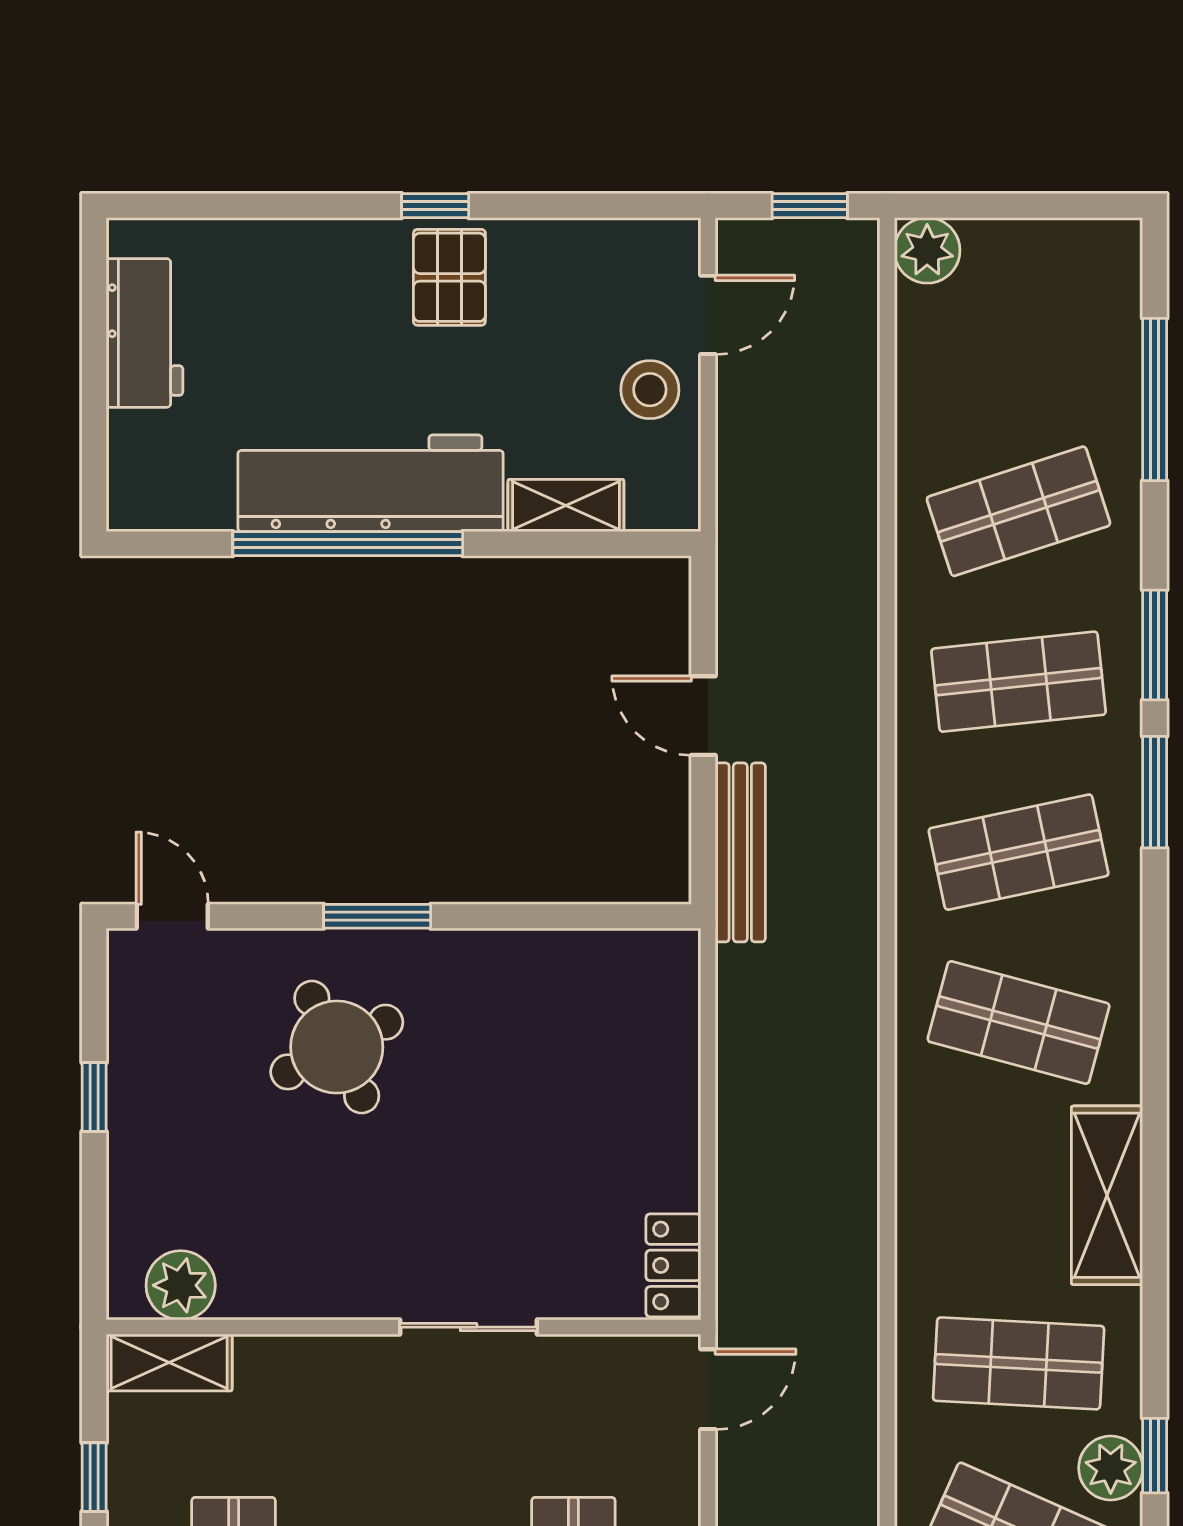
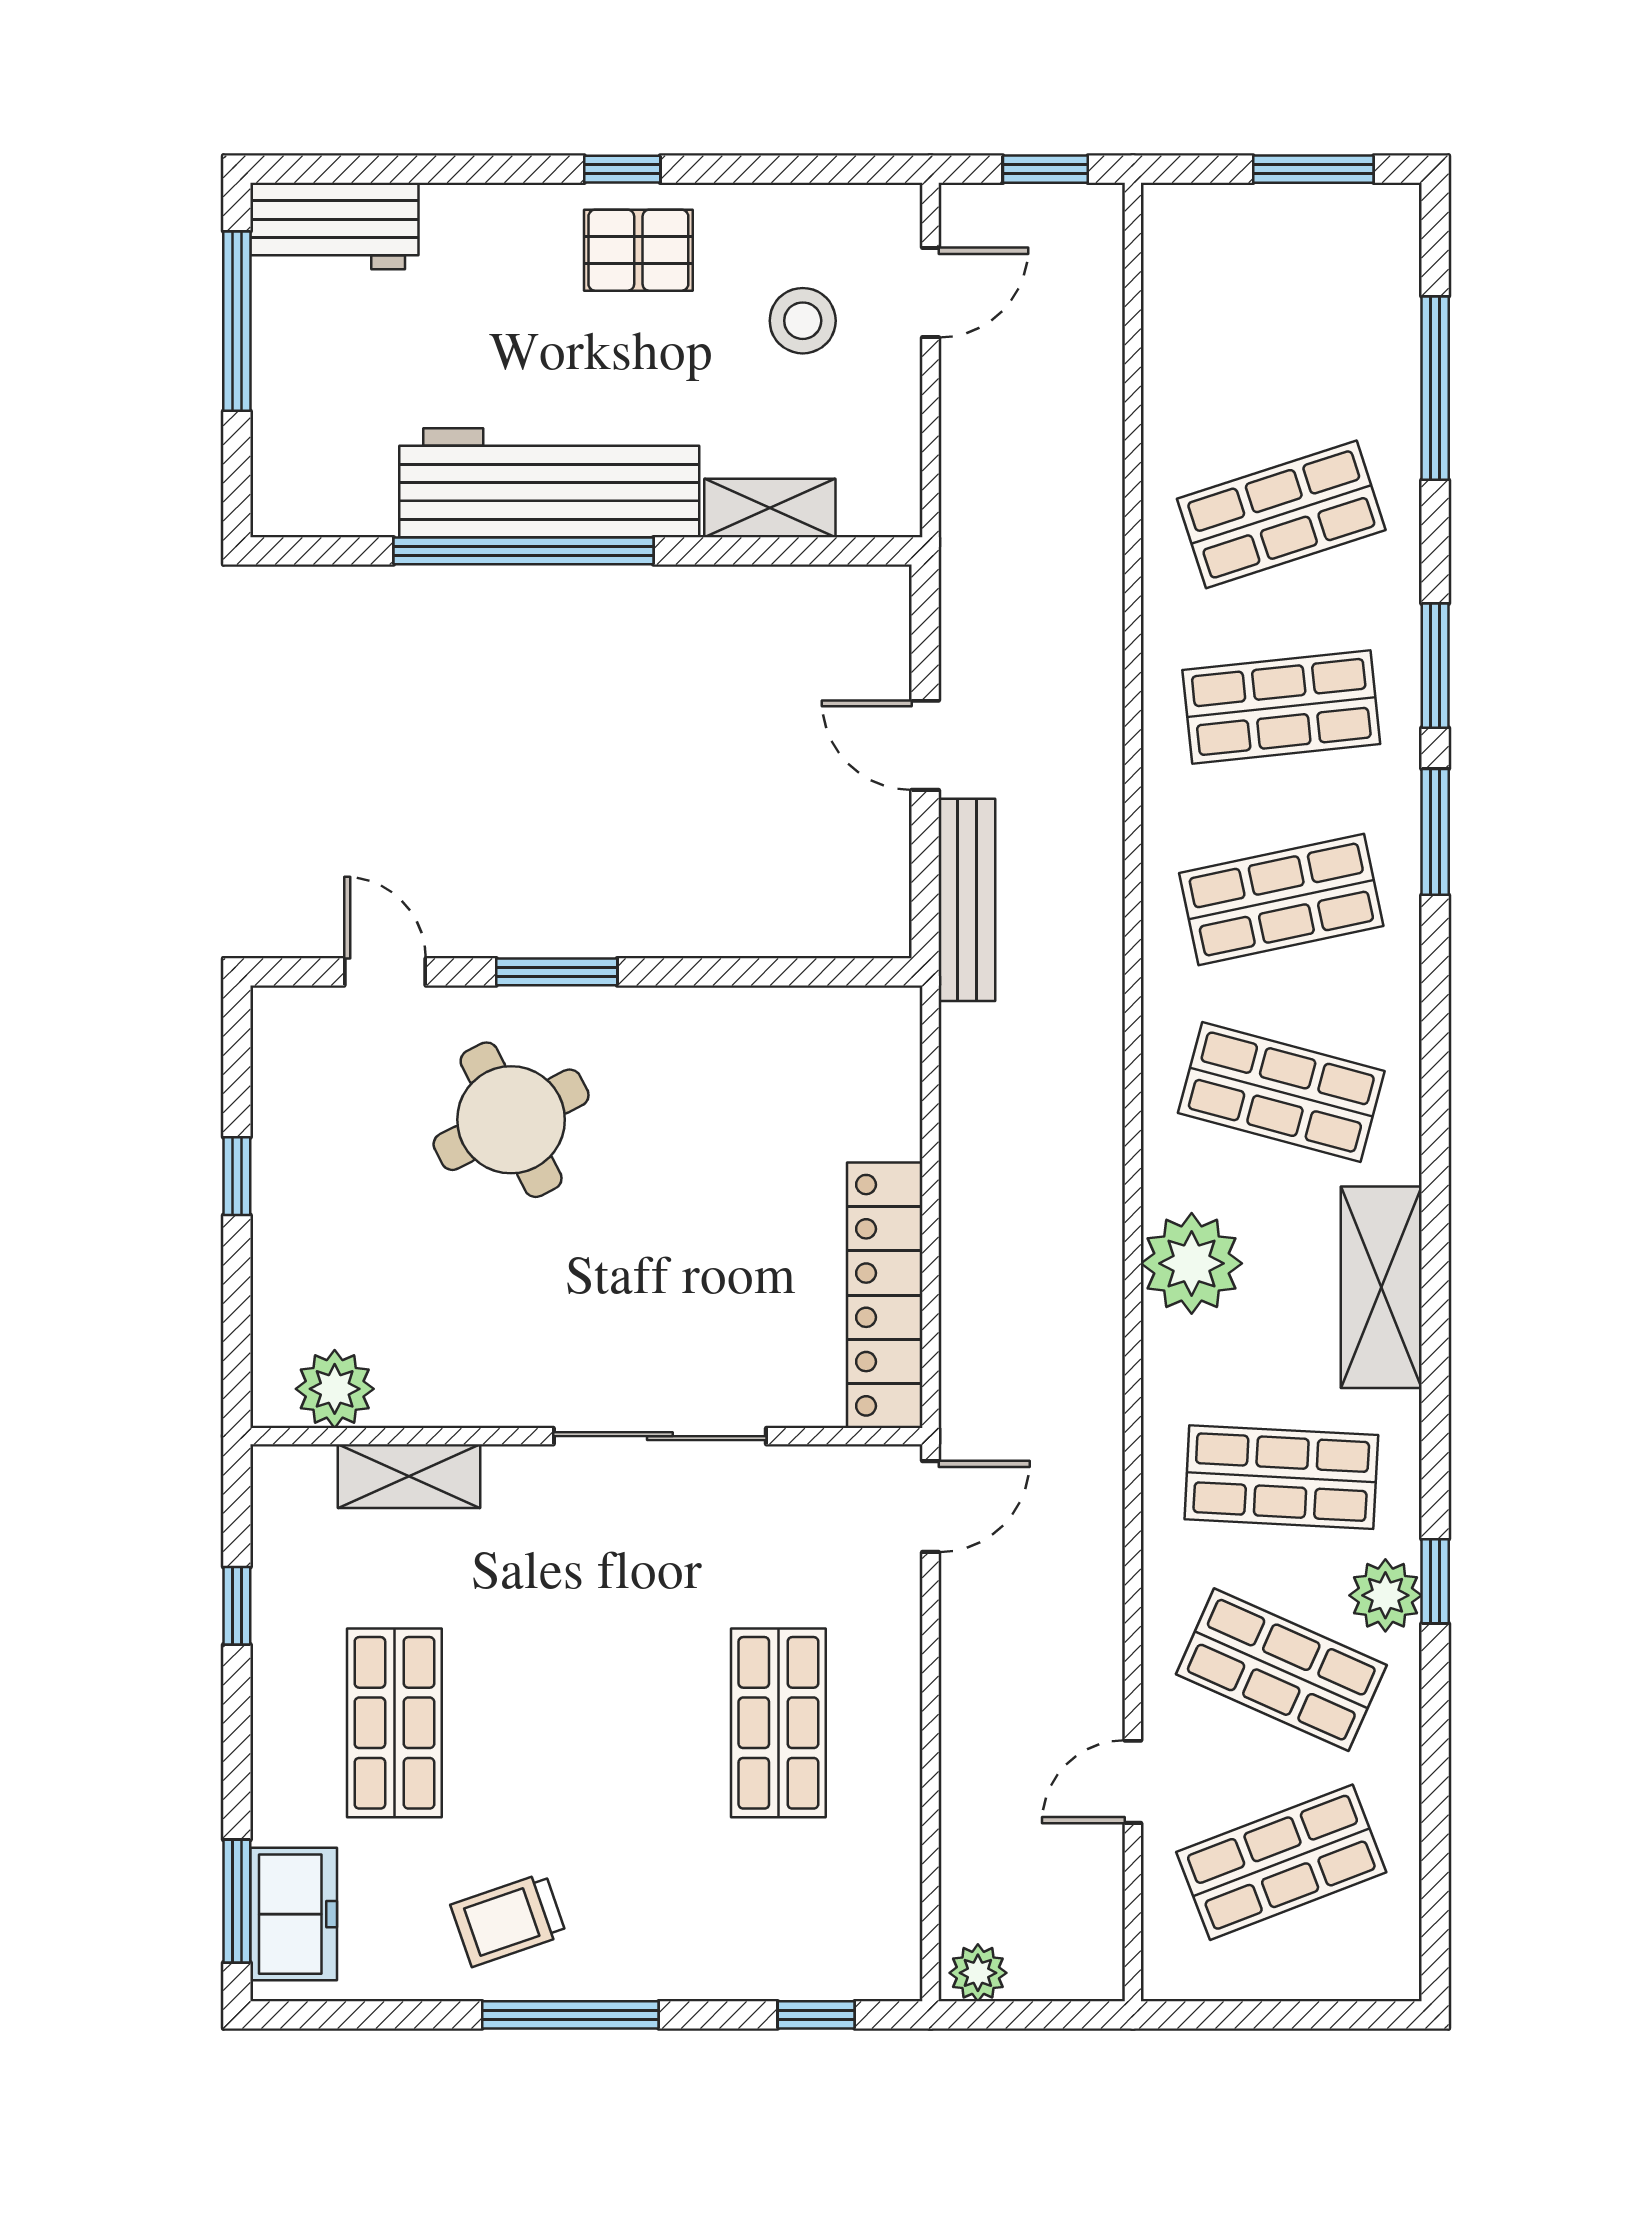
window: (1047, 206) -> (1313, 169), added
plant: (927, 250) -> (1192, 1263), moved, width x1.36, depth x1.36
pallet: (449, 277) -> (638, 250), turned 90
workbench: (144, 333) -> (334, 226), moved, turned 90
window: (94, 340) -> (237, 321), added
stool: (650, 390) -> (803, 321), moved
door: (172, 916) -> (385, 972), moved
locker: (673, 1265) -> (885, 1295), width x2.16, depth x1.21
sliding door: (469, 1327) -> (660, 1436), width x1.37
shelving: (169, 1363) -> (409, 1476), moved

